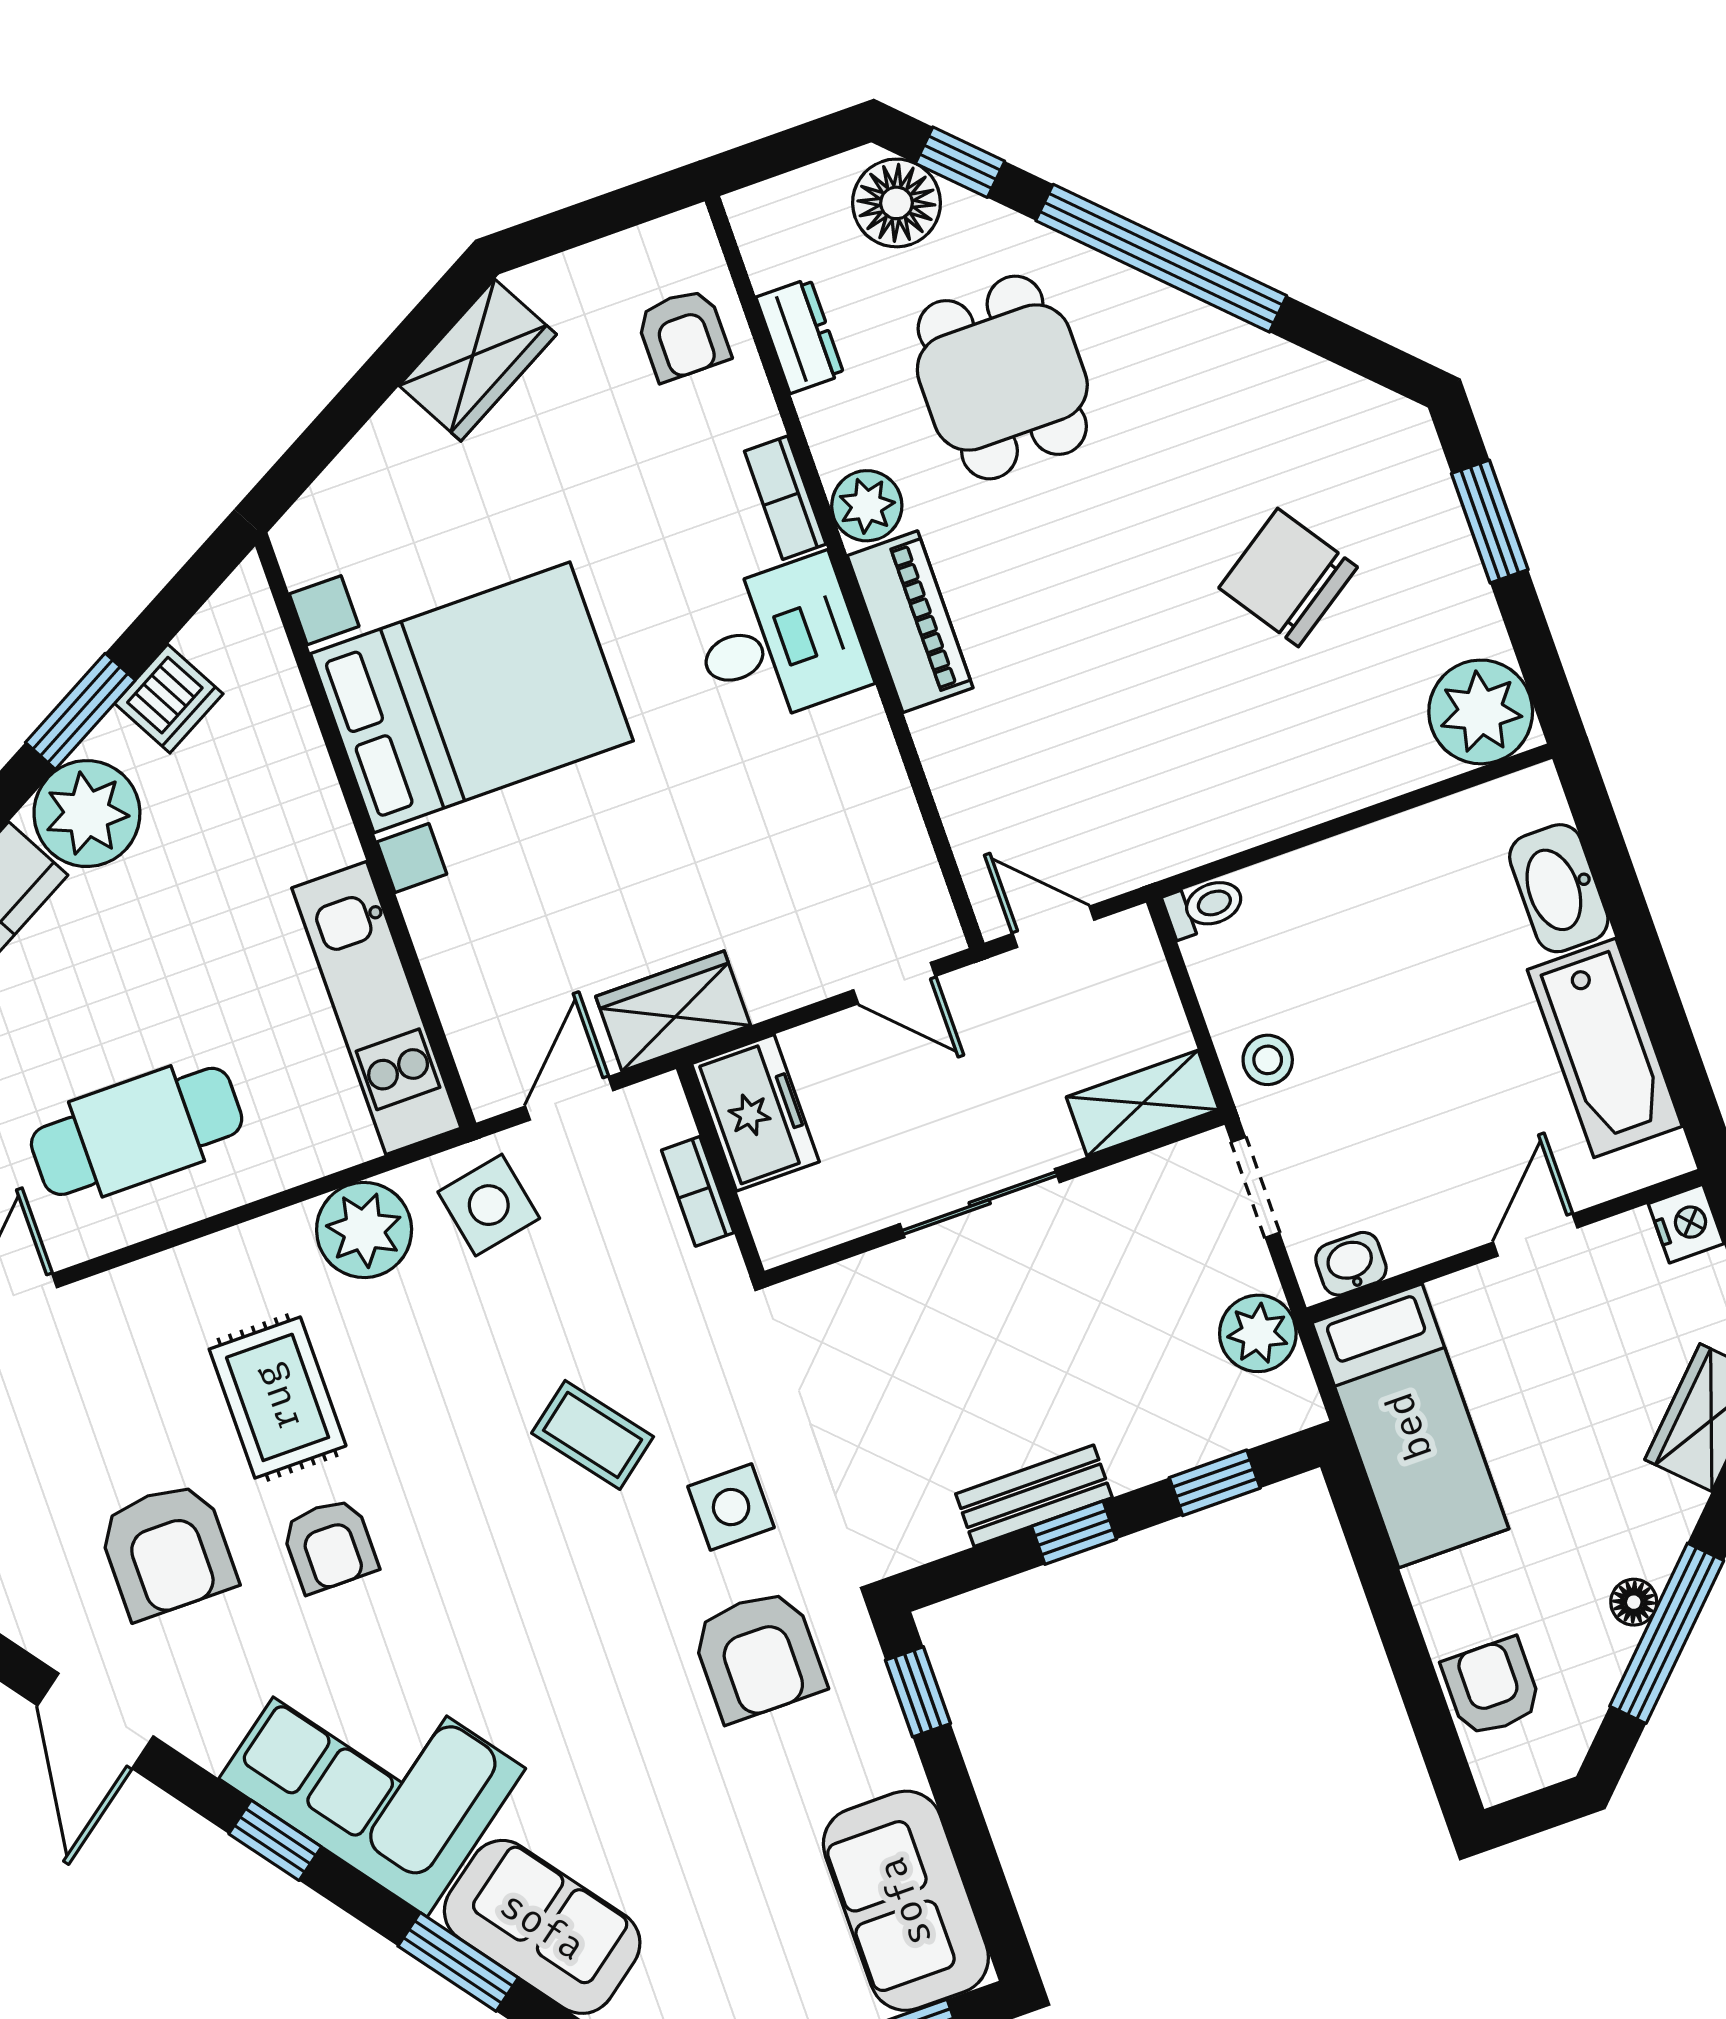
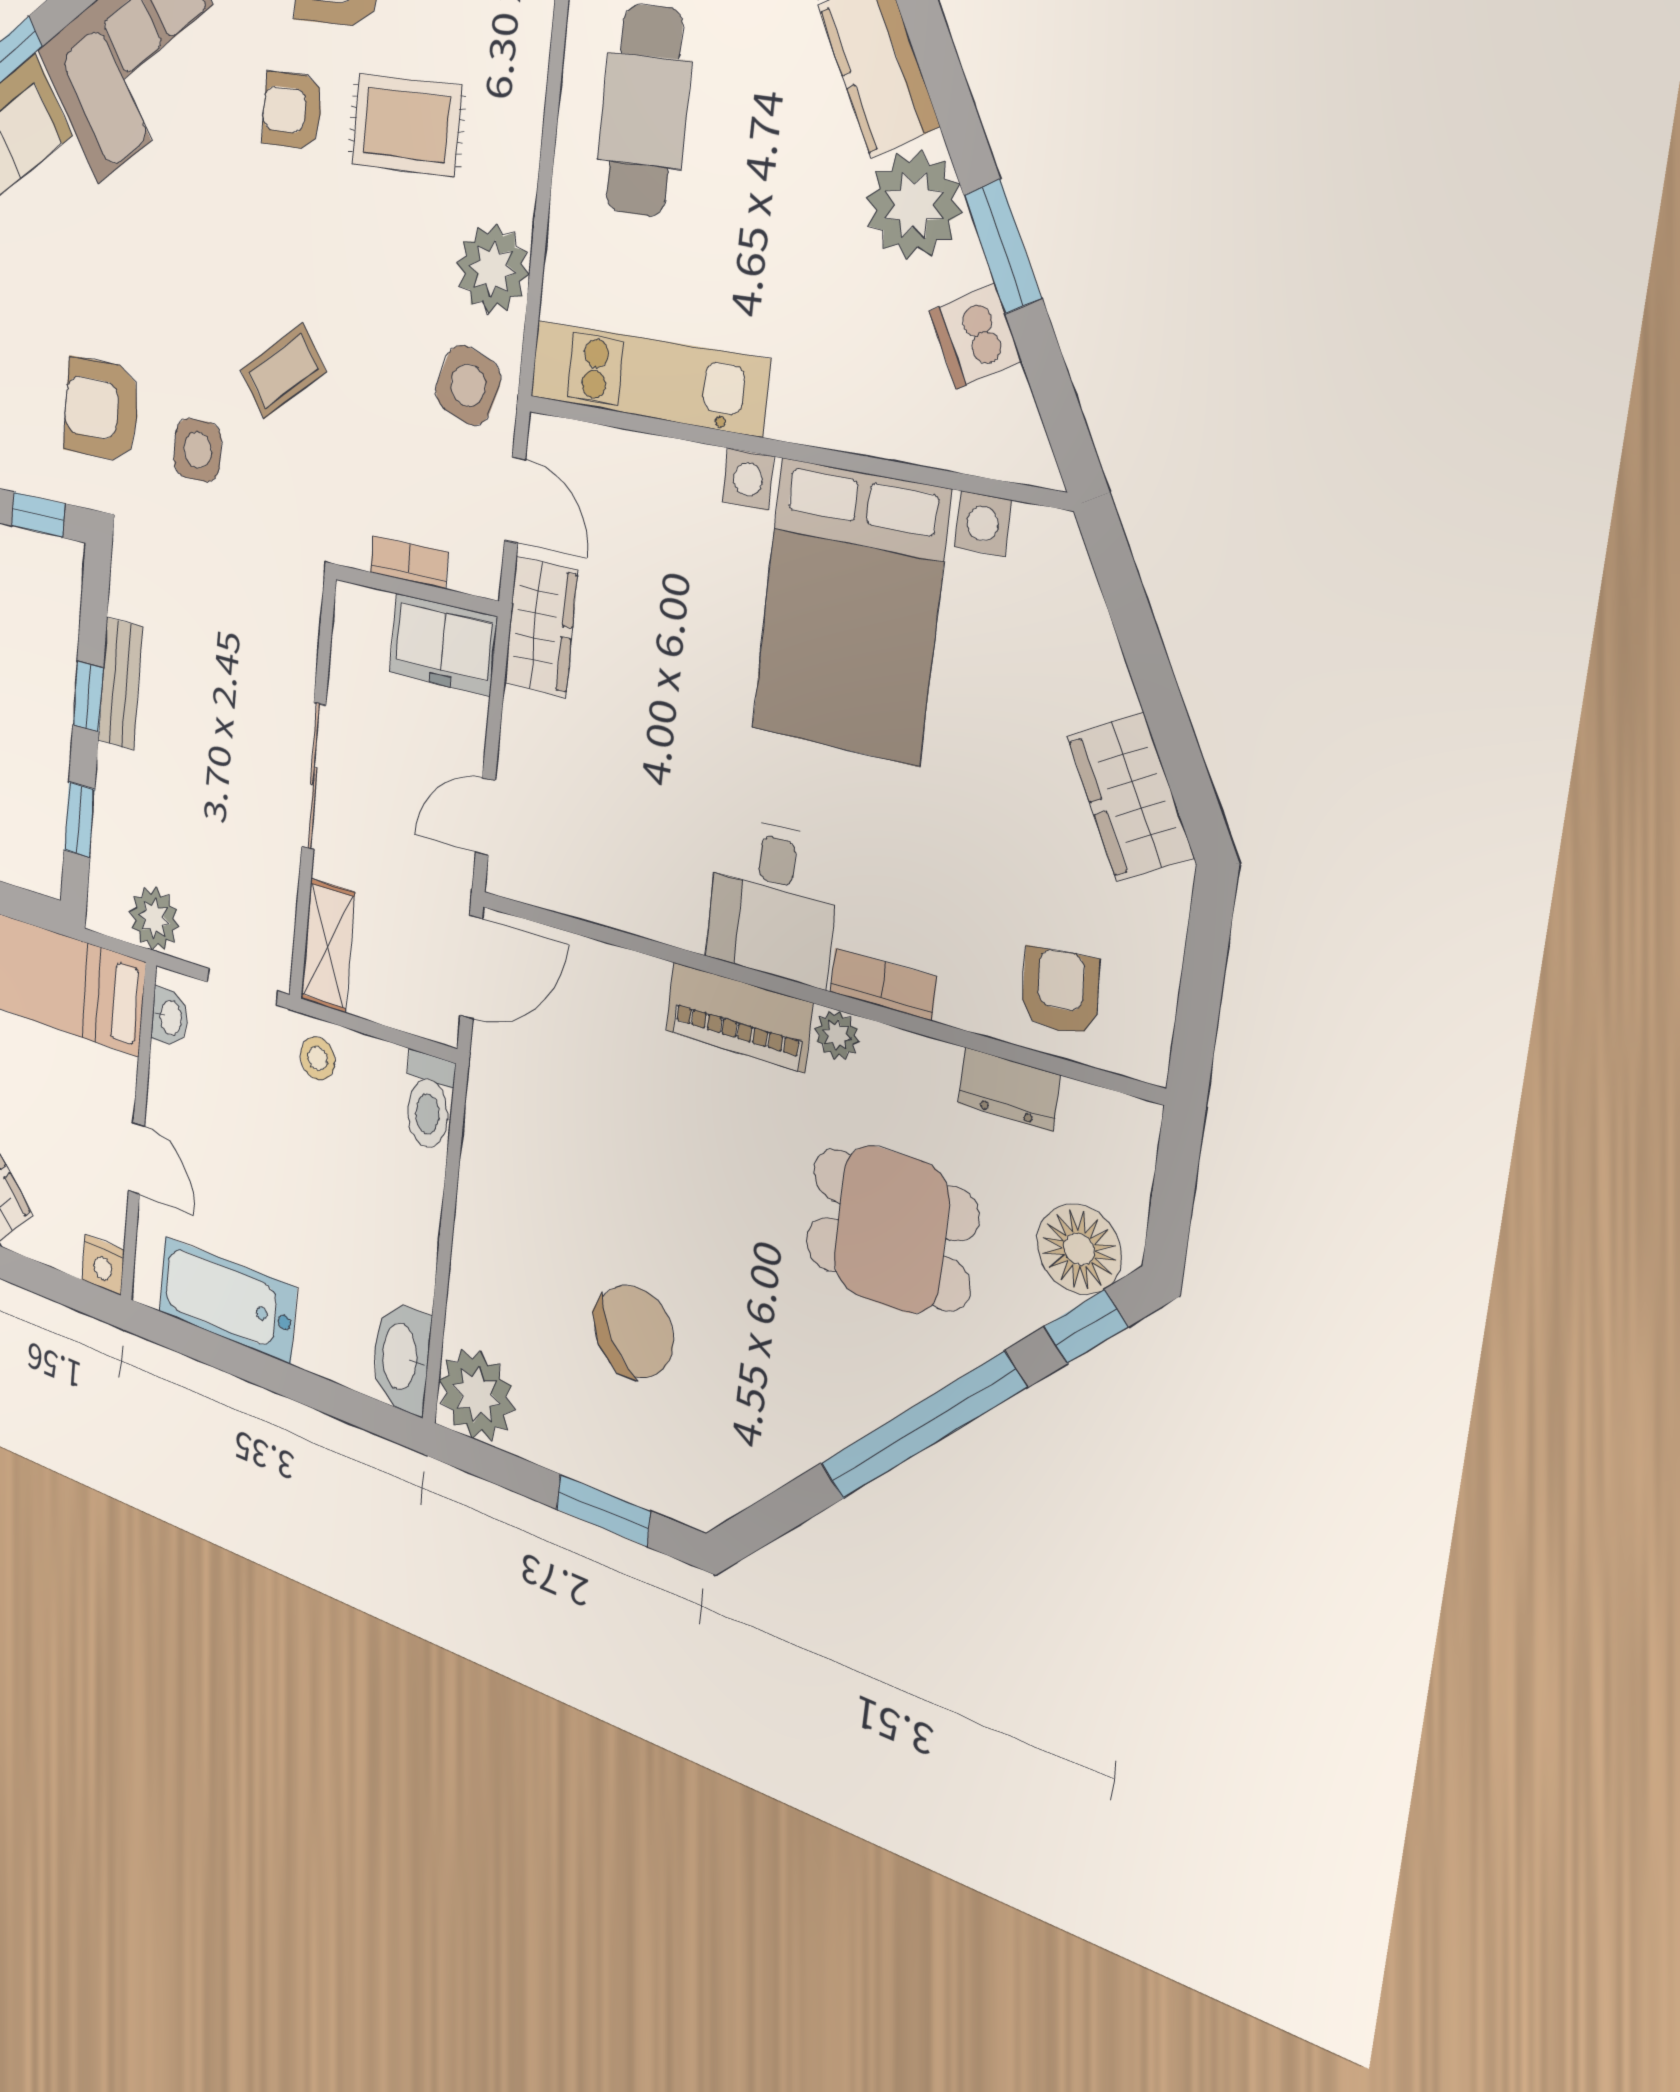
armchair: (683, 335) -> (1060, 991), turned 86
plant: (867, 506) -> (837, 1035), width x0.73, depth x0.73
washbasin: (1559, 888) -> (401, 1357), moved, turned -90
toilet: (1204, 906) -> (429, 1101), width x1.37, depth x1.39
door: (1053, 927) -> (471, 967), width x1.38
side table: (489, 1205) -> (468, 385), turned 30

